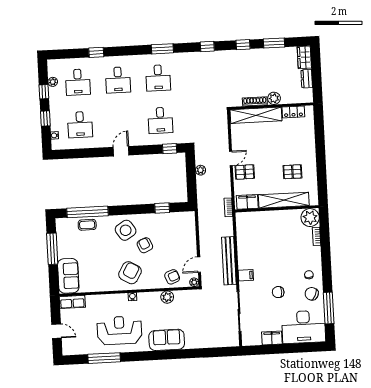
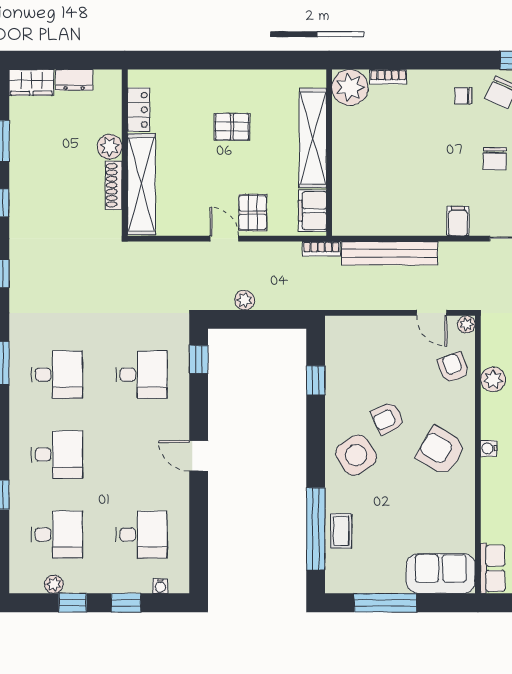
pallet: (292, 172) -> (232, 127), moved, turned 90
bench: (229, 261) -> (390, 253), moved

